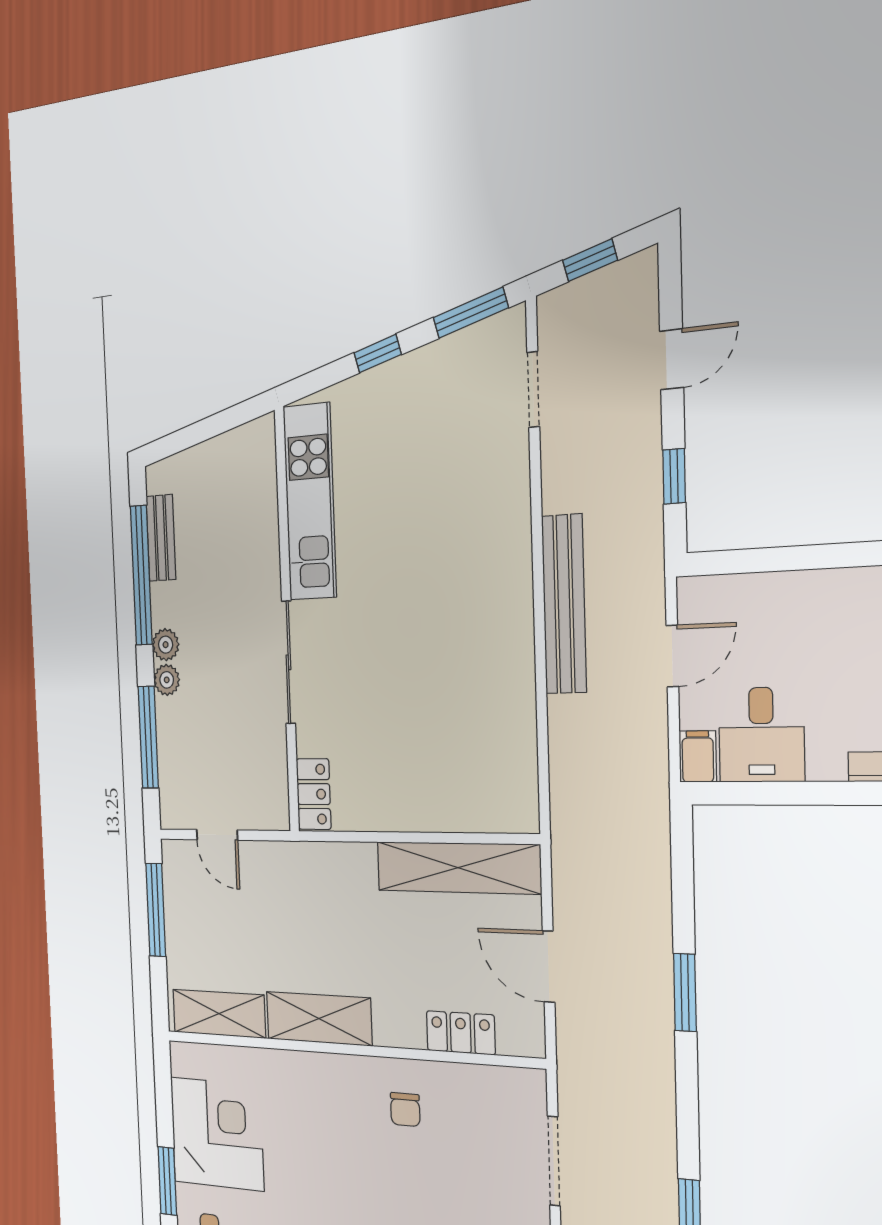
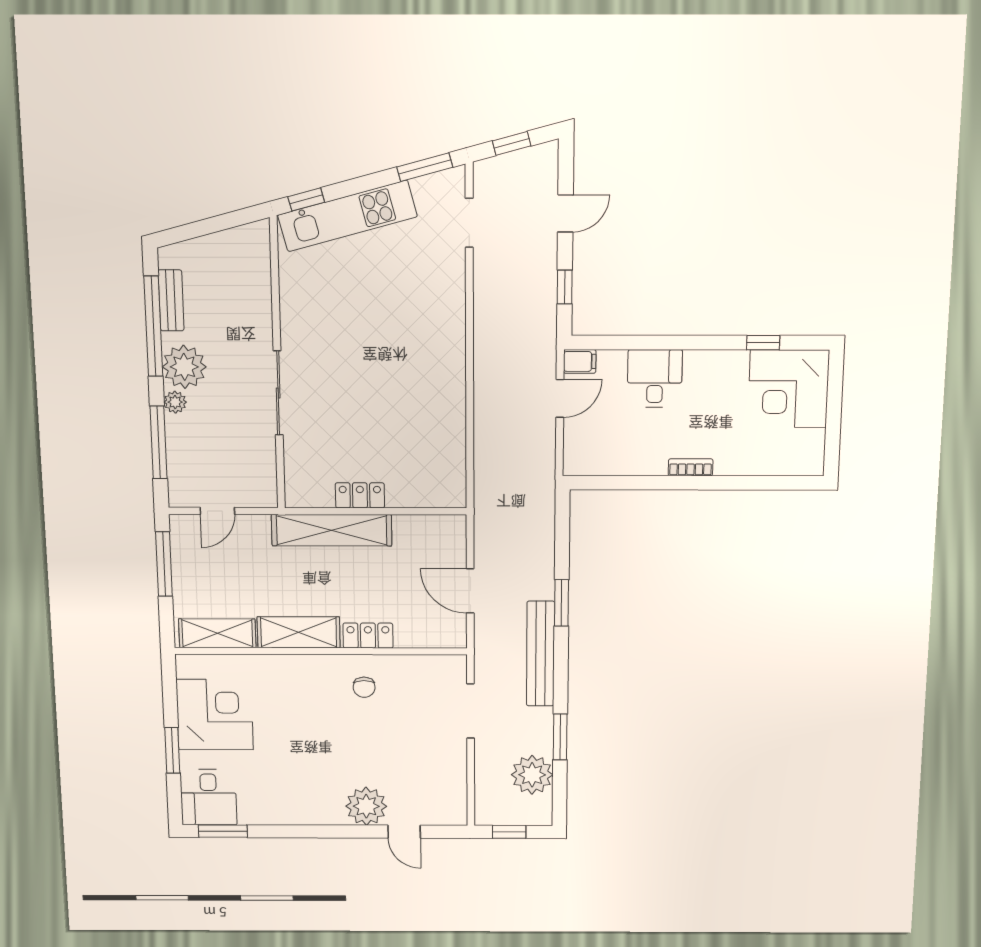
window: (378, 354) -> (306, 199), moved
kitchen unit: (310, 502) -> (347, 216), moved, turned 75
bench: (564, 604) -> (540, 654), moved
plant: (166, 645) -> (184, 367), width x1.88, depth x1.88
desk: (761, 735) -> (655, 378), moved, turned 180
filing cabinet: (698, 756) -> (580, 361), moved, turned 90
locker: (314, 794) -> (360, 495), moved, turned -90
door: (217, 835) -> (217, 511), hinge flipped
shelving: (458, 868) -> (332, 530), moved
locker: (461, 1033) -> (368, 636), moved

